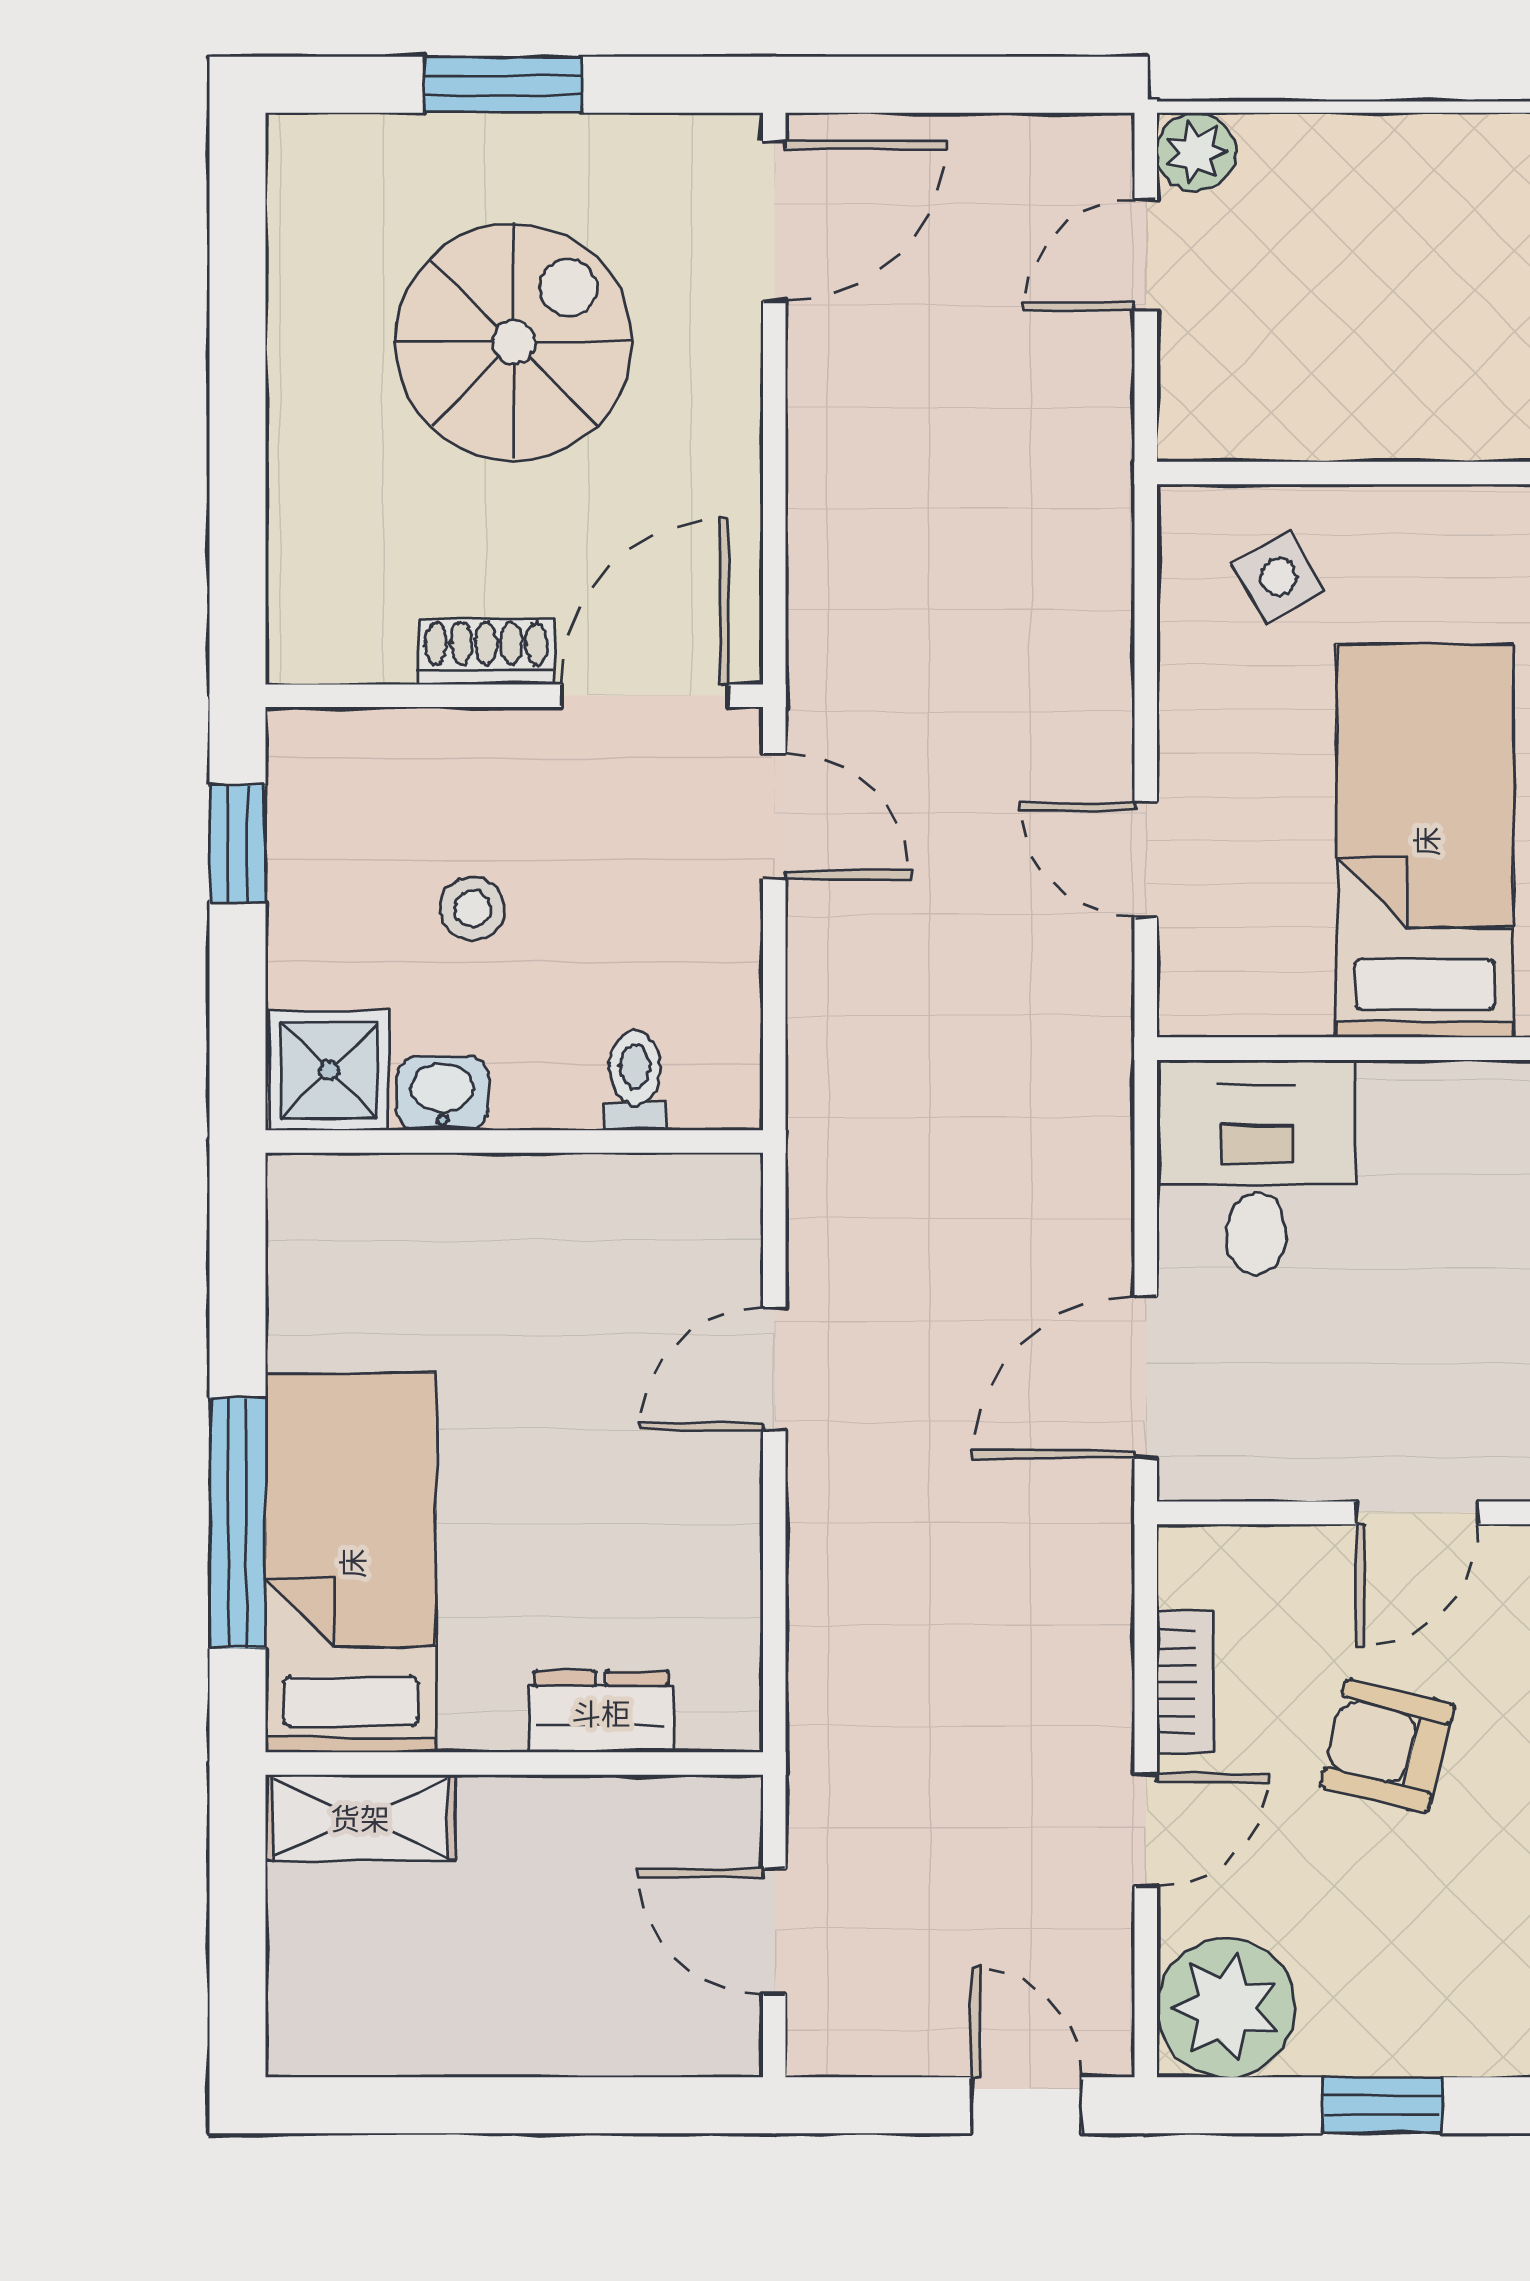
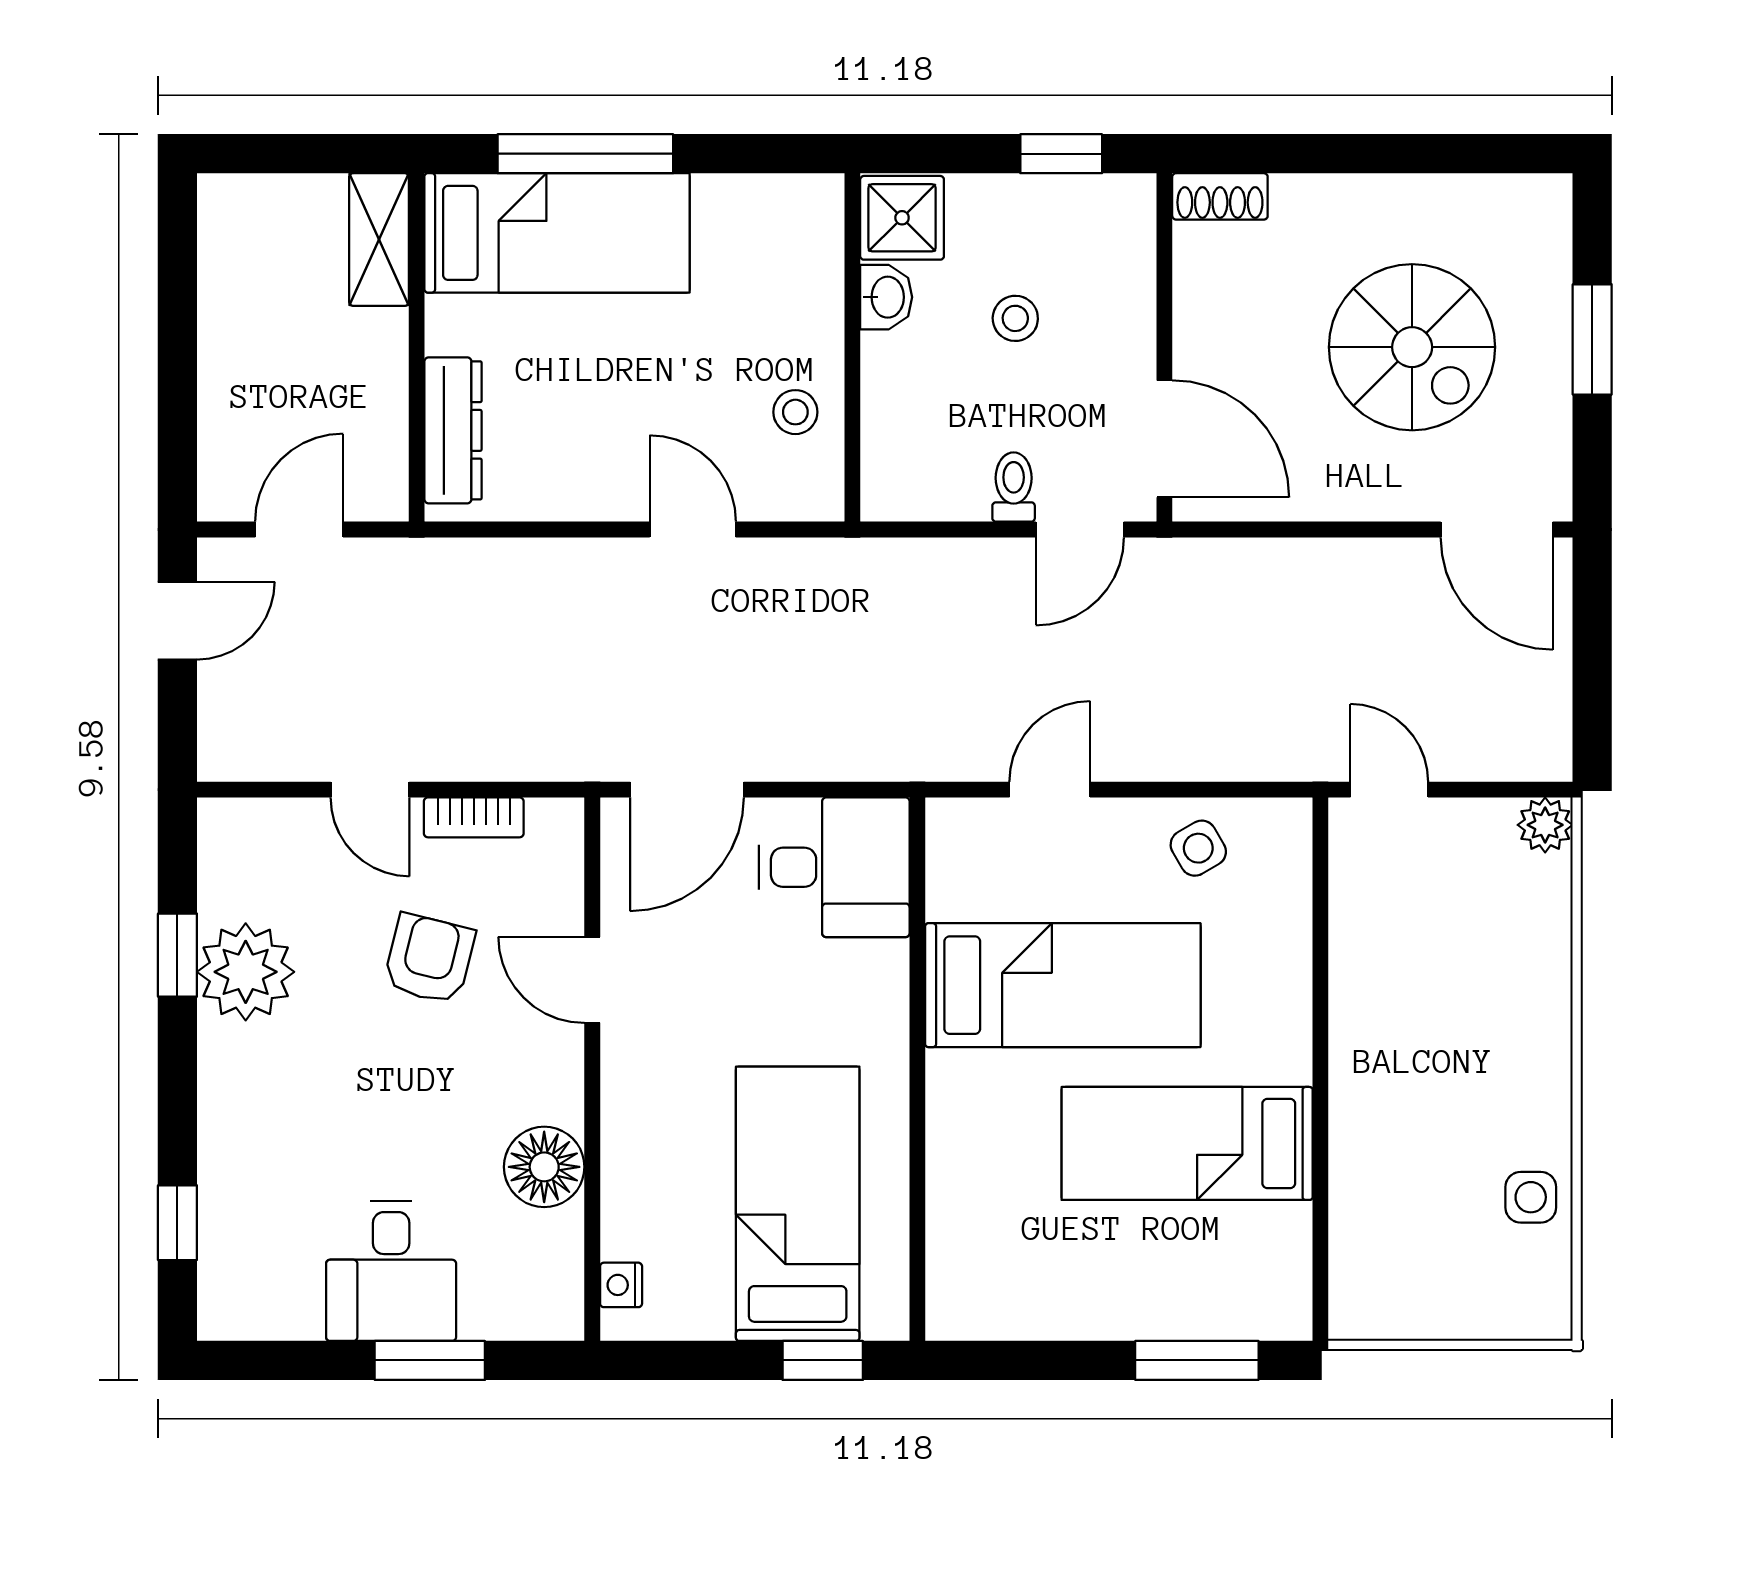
door: (1146, 255) -> (1389, 790), moved
side table: (1278, 577) -> (1198, 848), moved
shoe rack: (486, 652) -> (1220, 196), moved, turned 90
toilet: (635, 1081) -> (1014, 487), moved, turned -90
stool: (606, 1223) -> (795, 412), added
door: (1146, 1378) -> (687, 790), swing flipped
dresser: (601, 1712) -> (453, 430), width x1.44
plant: (1226, 2008) -> (246, 972), moved
door: (1026, 2105) -> (177, 621), moved

